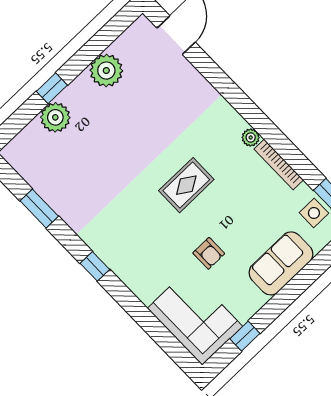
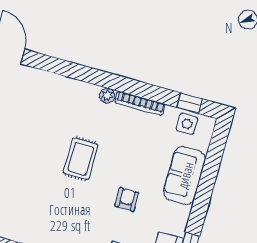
armchair: (209, 253) -> (127, 199), turned -90

